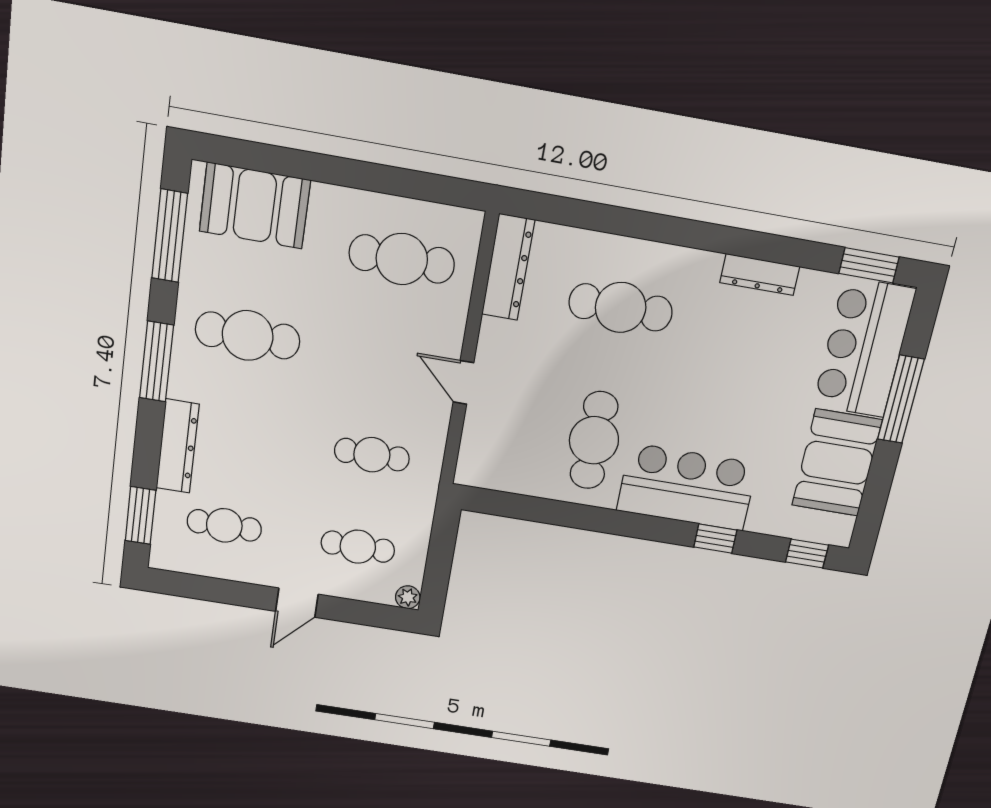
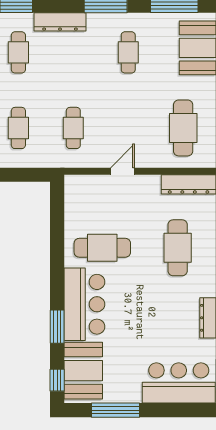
cafe table: (248, 335) -> (128, 52), width x0.73, depth x0.74
window: (901, 399) -> (116, 410), moved
booth: (837, 463) -> (83, 371), moved, turned 90
window: (715, 539) -> (57, 327), width x1.50

